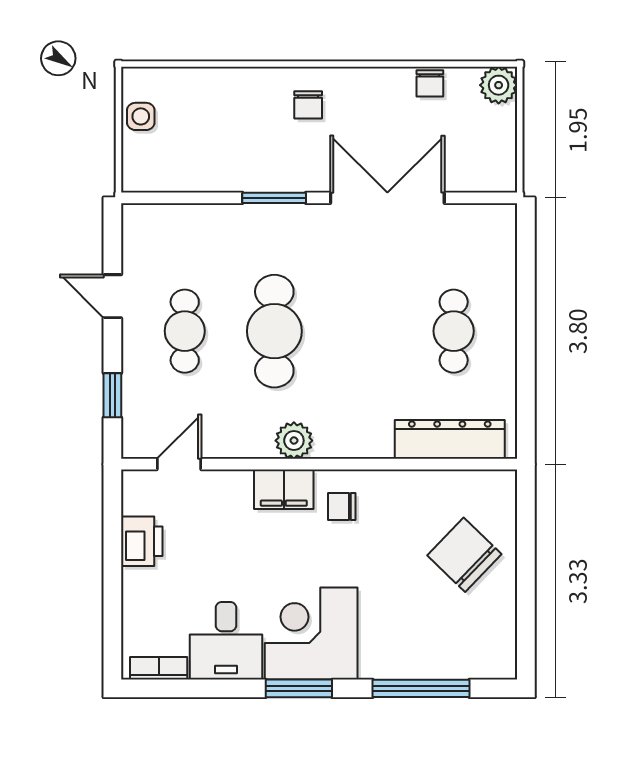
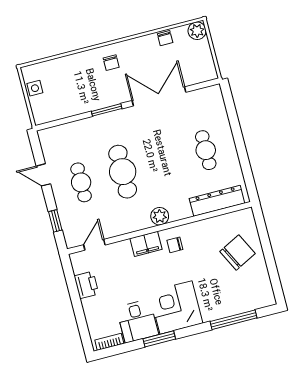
plant: (294, 441) -> (160, 216), moved
chair: (464, 555) -> (238, 253), turned 109
window: (299, 688) -> (159, 339), moved

